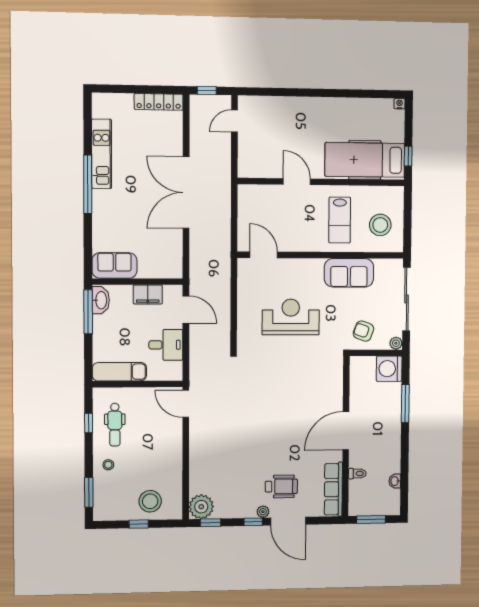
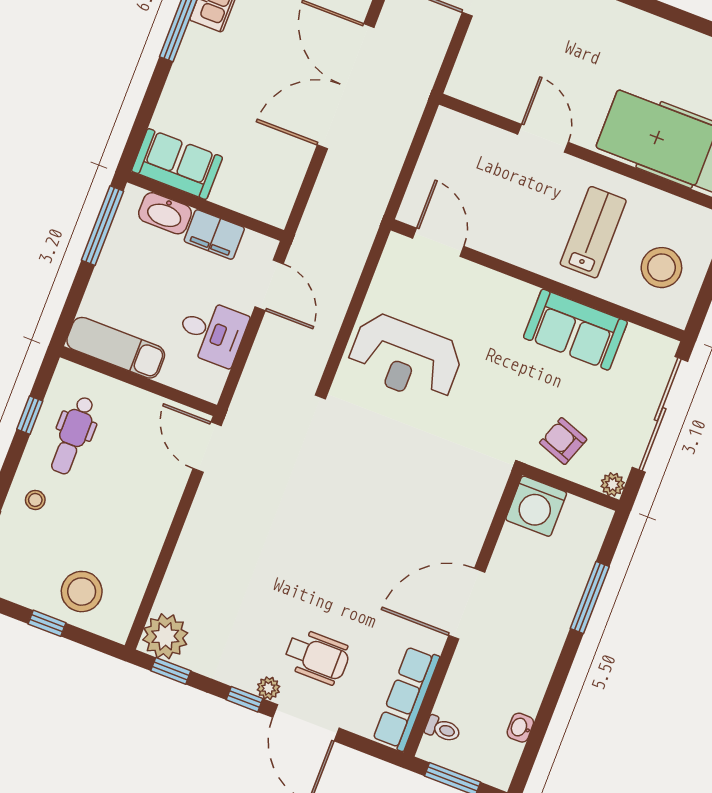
lab bench: (340, 220) -> (593, 232), turned 180
washbasin: (101, 300) -> (165, 213), moved, turned 90
reception desk: (291, 317) -> (405, 358), moved, turned 180
washing machine: (389, 369) -> (536, 506), moved, turned -90
toilet: (357, 474) -> (443, 729), moved

